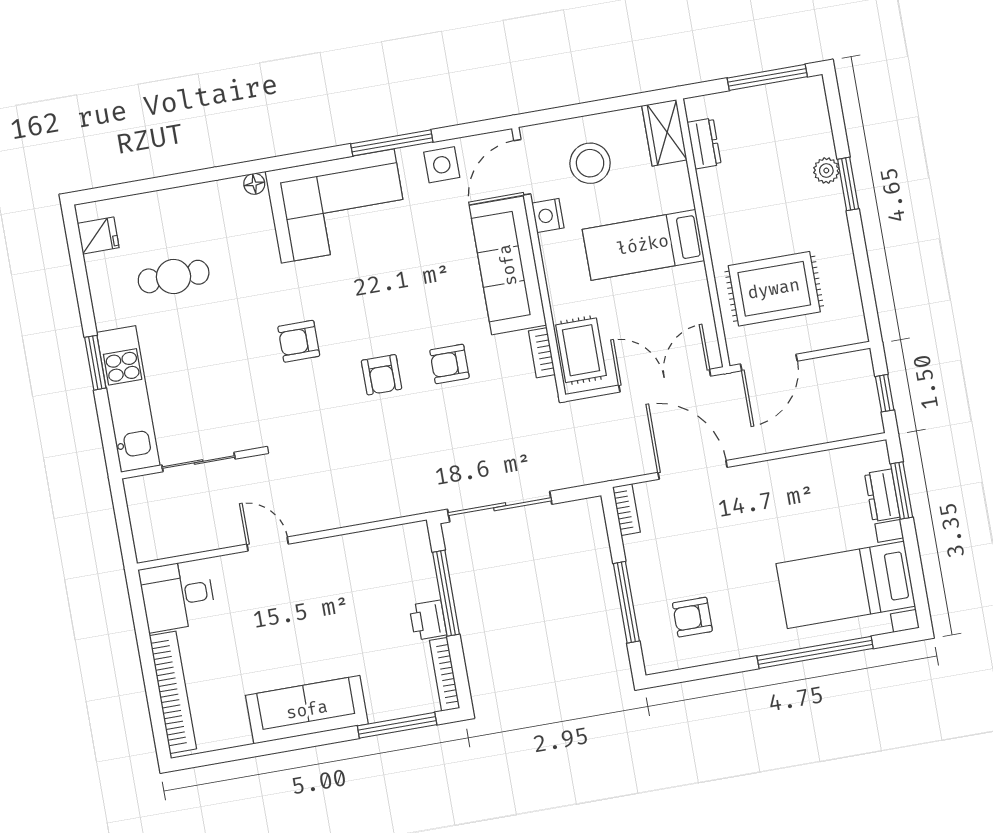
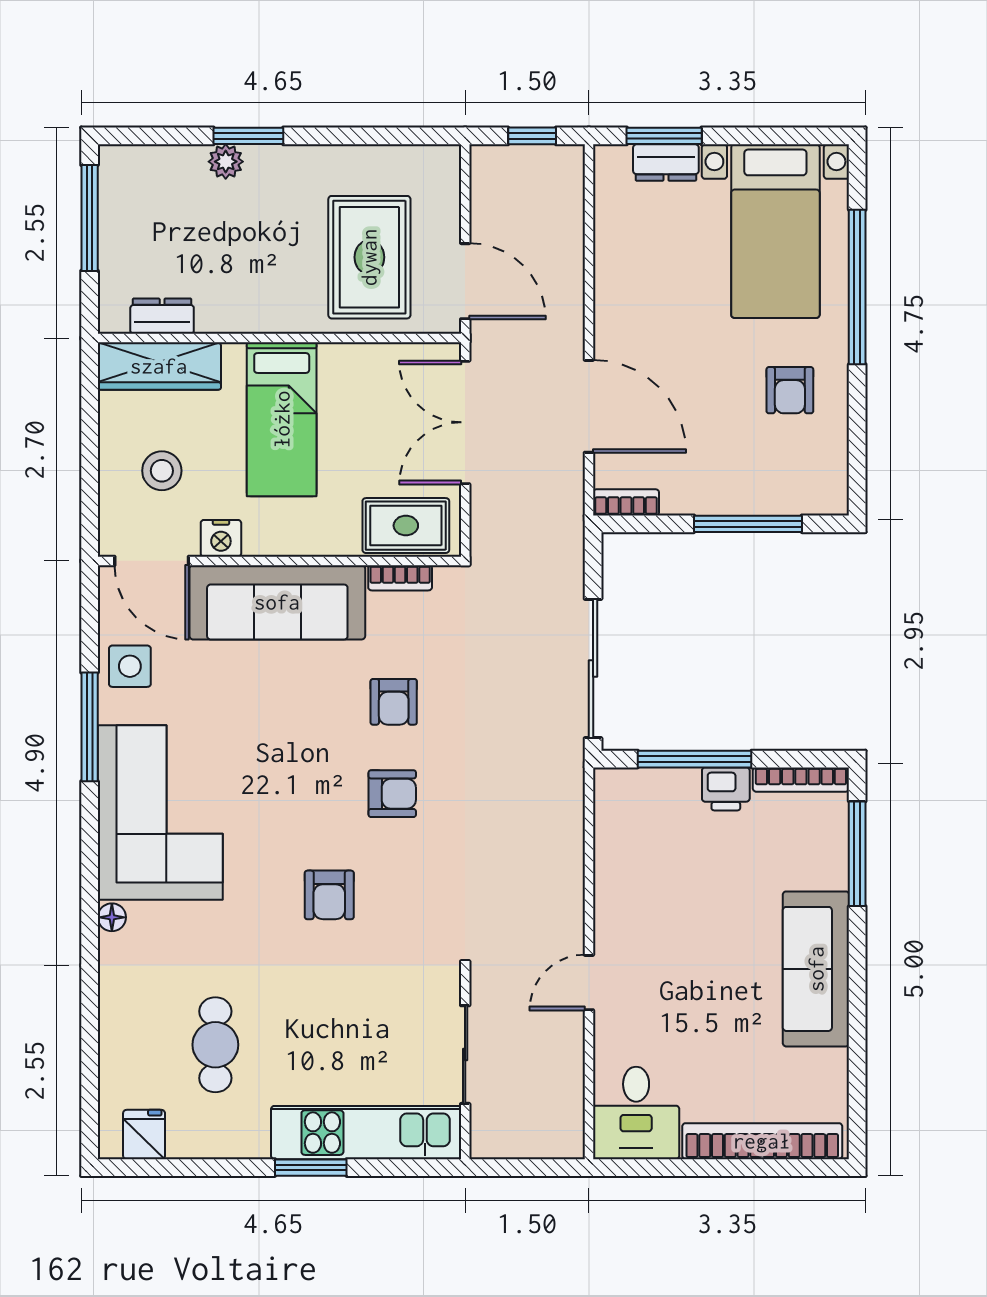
wardrobe: (664, 133) -> (159, 366), width x1.50
stool: (590, 163) -> (162, 471), width x0.73, depth x0.73
door: (693, 470) -> (589, 406), swing flipped
armchair: (692, 617) -> (790, 390), moved

